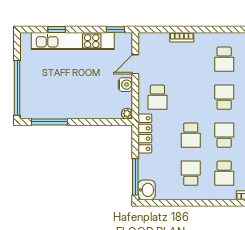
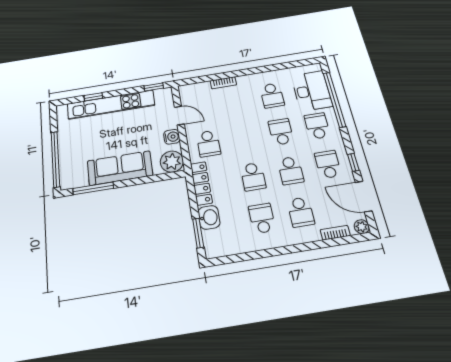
door: (135, 64) -> (179, 116), swing flipped
sofa: (75, 107) -> (120, 168), added
plant: (127, 114) -> (172, 162), width x1.88, depth x1.88
school desk: (224, 135) -> (290, 171), turned 180
window: (135, 177) -> (198, 233), width x0.69
washbasin: (147, 190) -> (209, 217), moved

